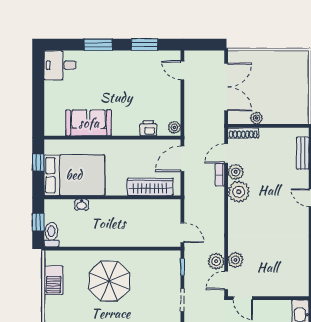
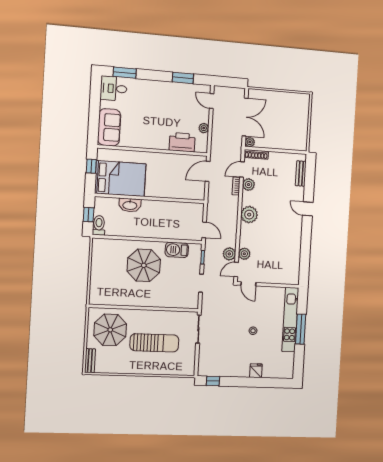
window: (98, 45) -> (125, 73), moved
plant: (256, 118) -> (250, 142), moved
sofa: (89, 123) -> (109, 127), moved, turned 90
plant: (174, 127) -> (204, 128), moved
printer: (148, 128) -> (182, 142), width x1.87, depth x1.48
wardrobe: (150, 187) -> (181, 192), removed
plant: (239, 192) -> (249, 215), moved
washbasin: (82, 205) -> (130, 205), width x1.91, depth x1.45
barbecue: (53, 280) -> (177, 250), moved, turned 90

